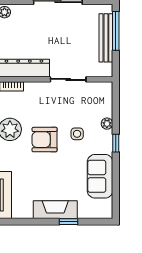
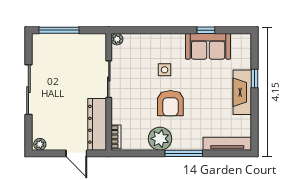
bench: (106, 38) -> (66, 40), removed
plant: (107, 124) -> (117, 39), moved
window: (116, 143) -> (206, 30), moved

